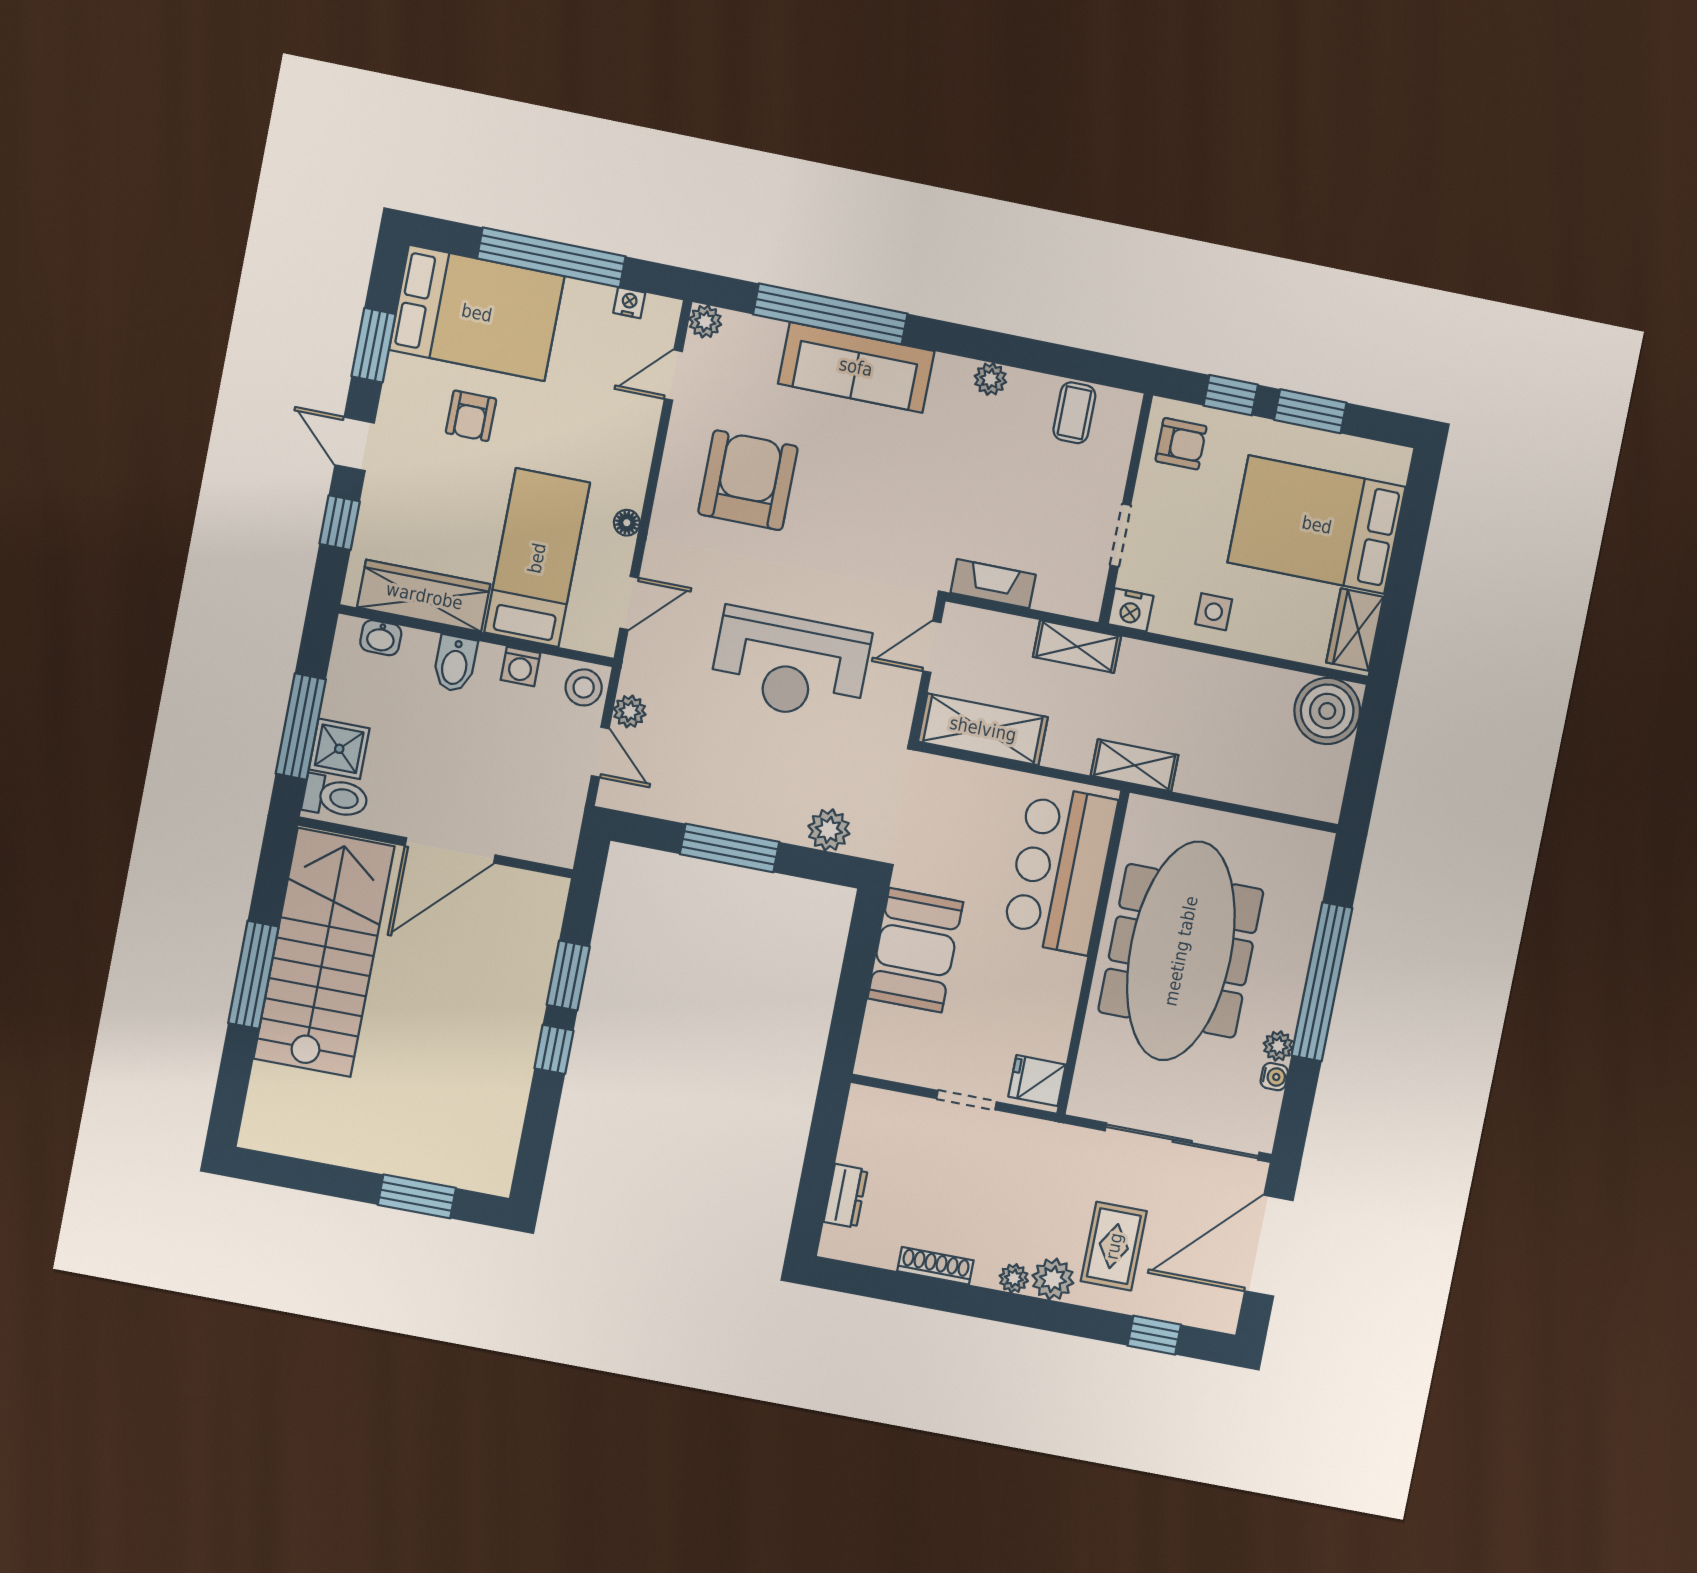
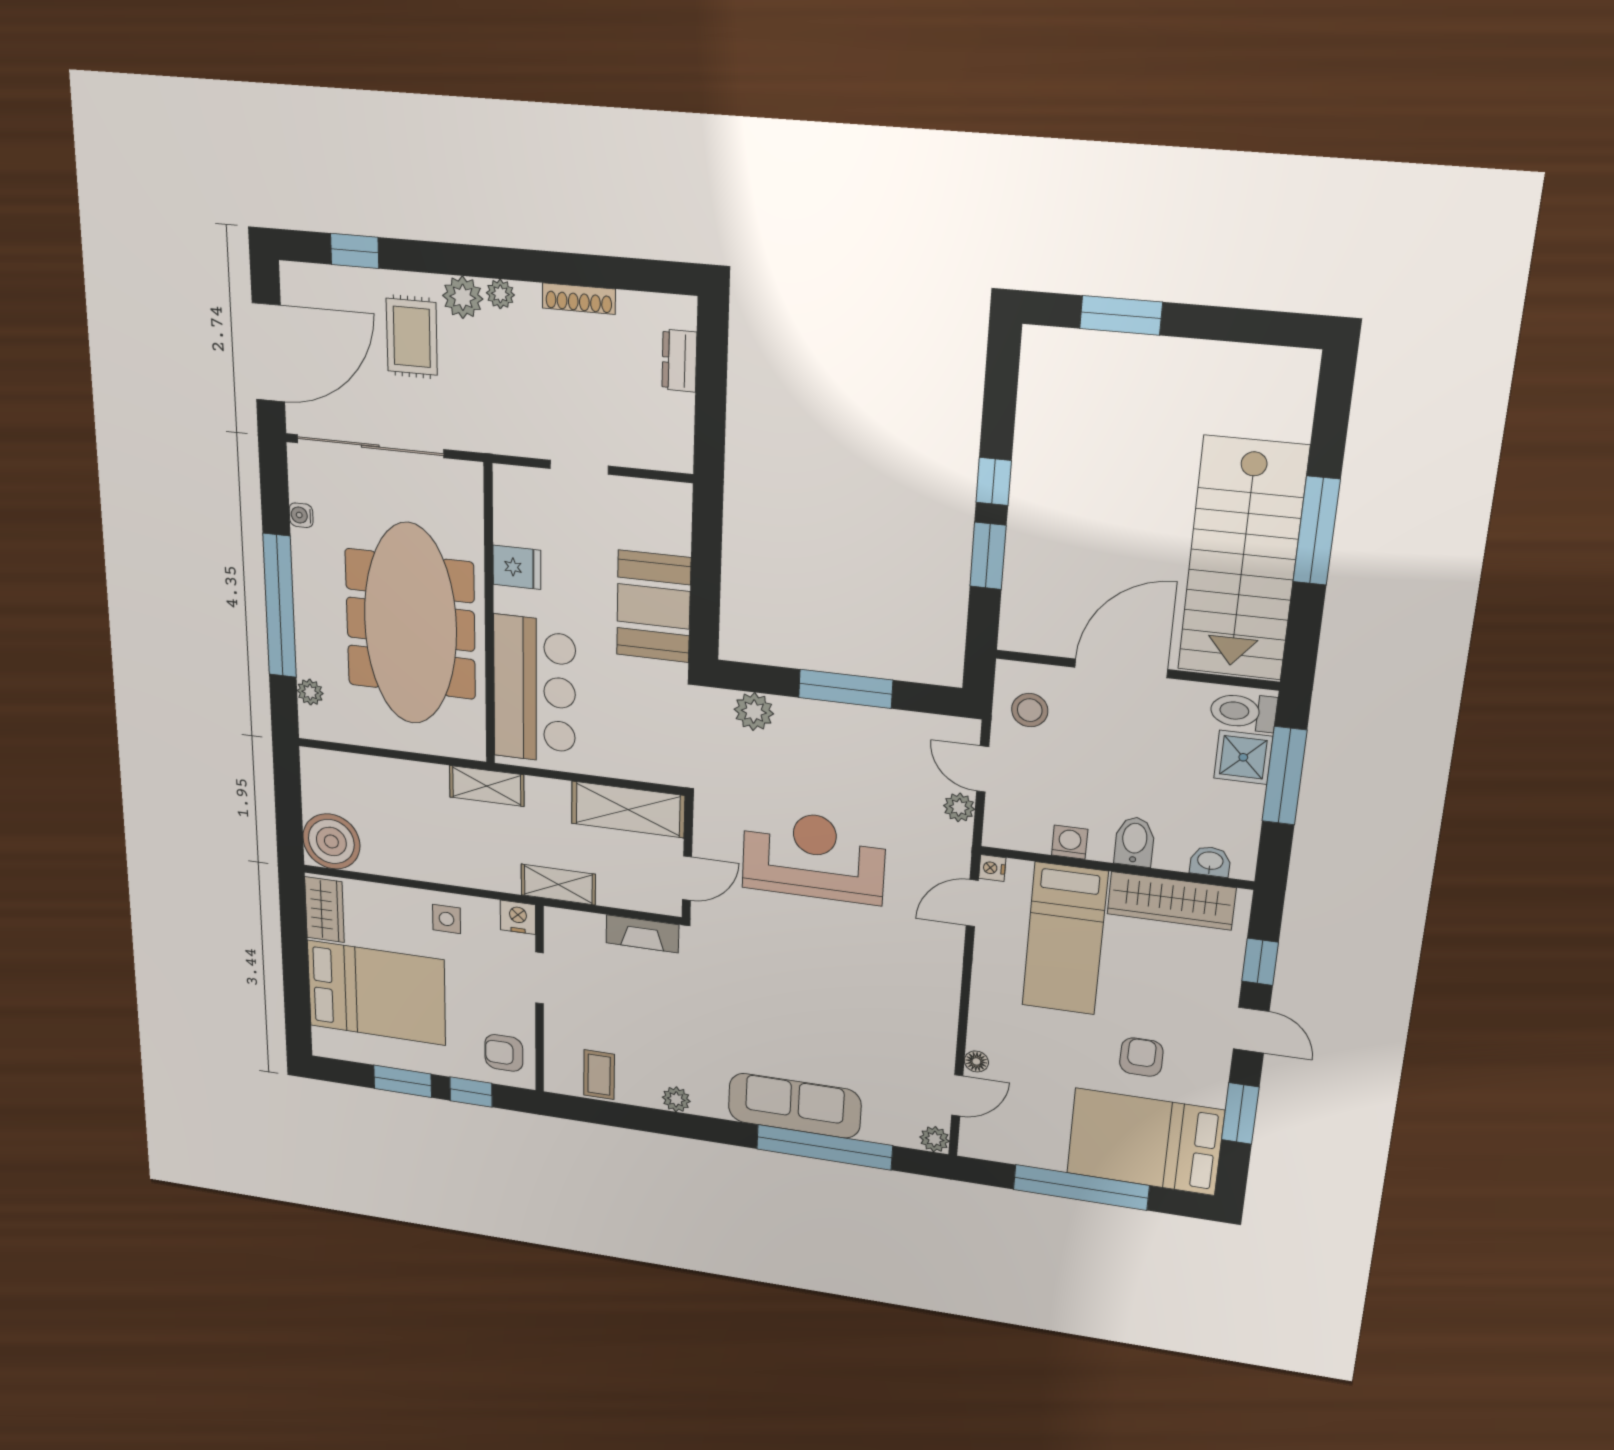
nightstand: (629, 303) -> (992, 868), moved, turned 90
armchair: (748, 480) -> (877, 1011), removed
floor lamp: (627, 523) -> (976, 1061), moved
stool: (584, 687) -> (1030, 710), moved
plant: (1278, 1046) -> (310, 692), moved
fridge: (1037, 1081) -> (517, 567), moved

